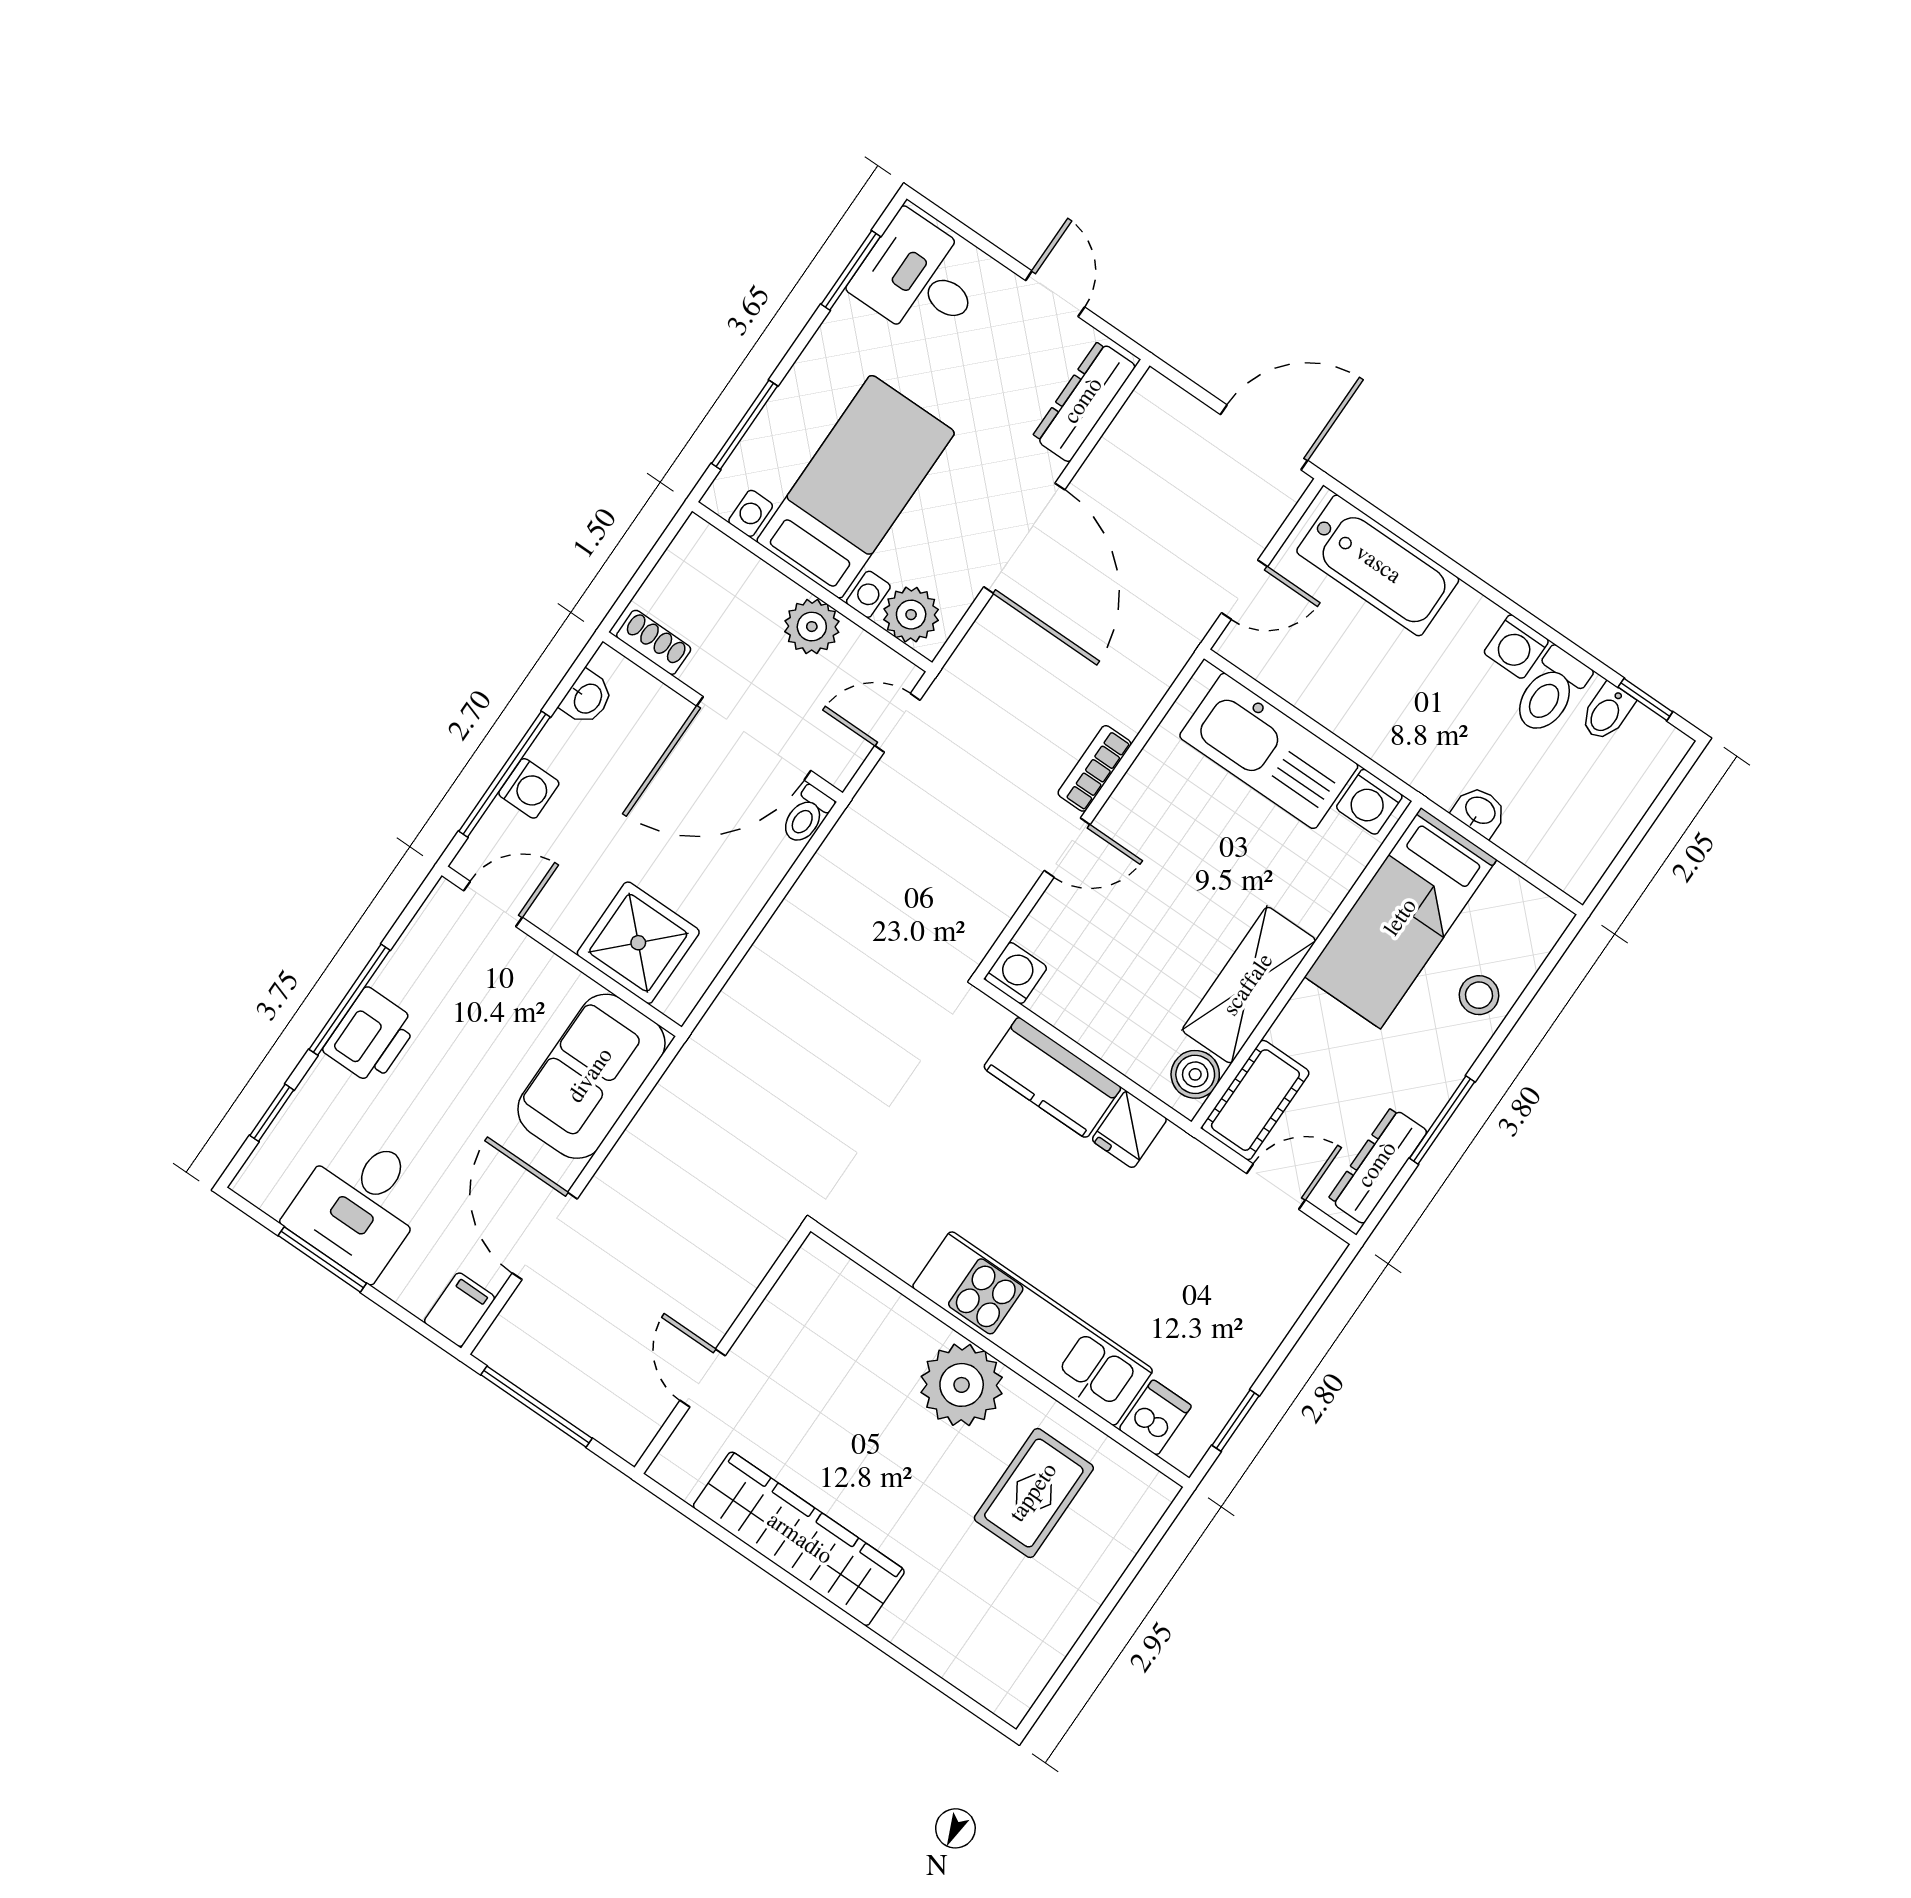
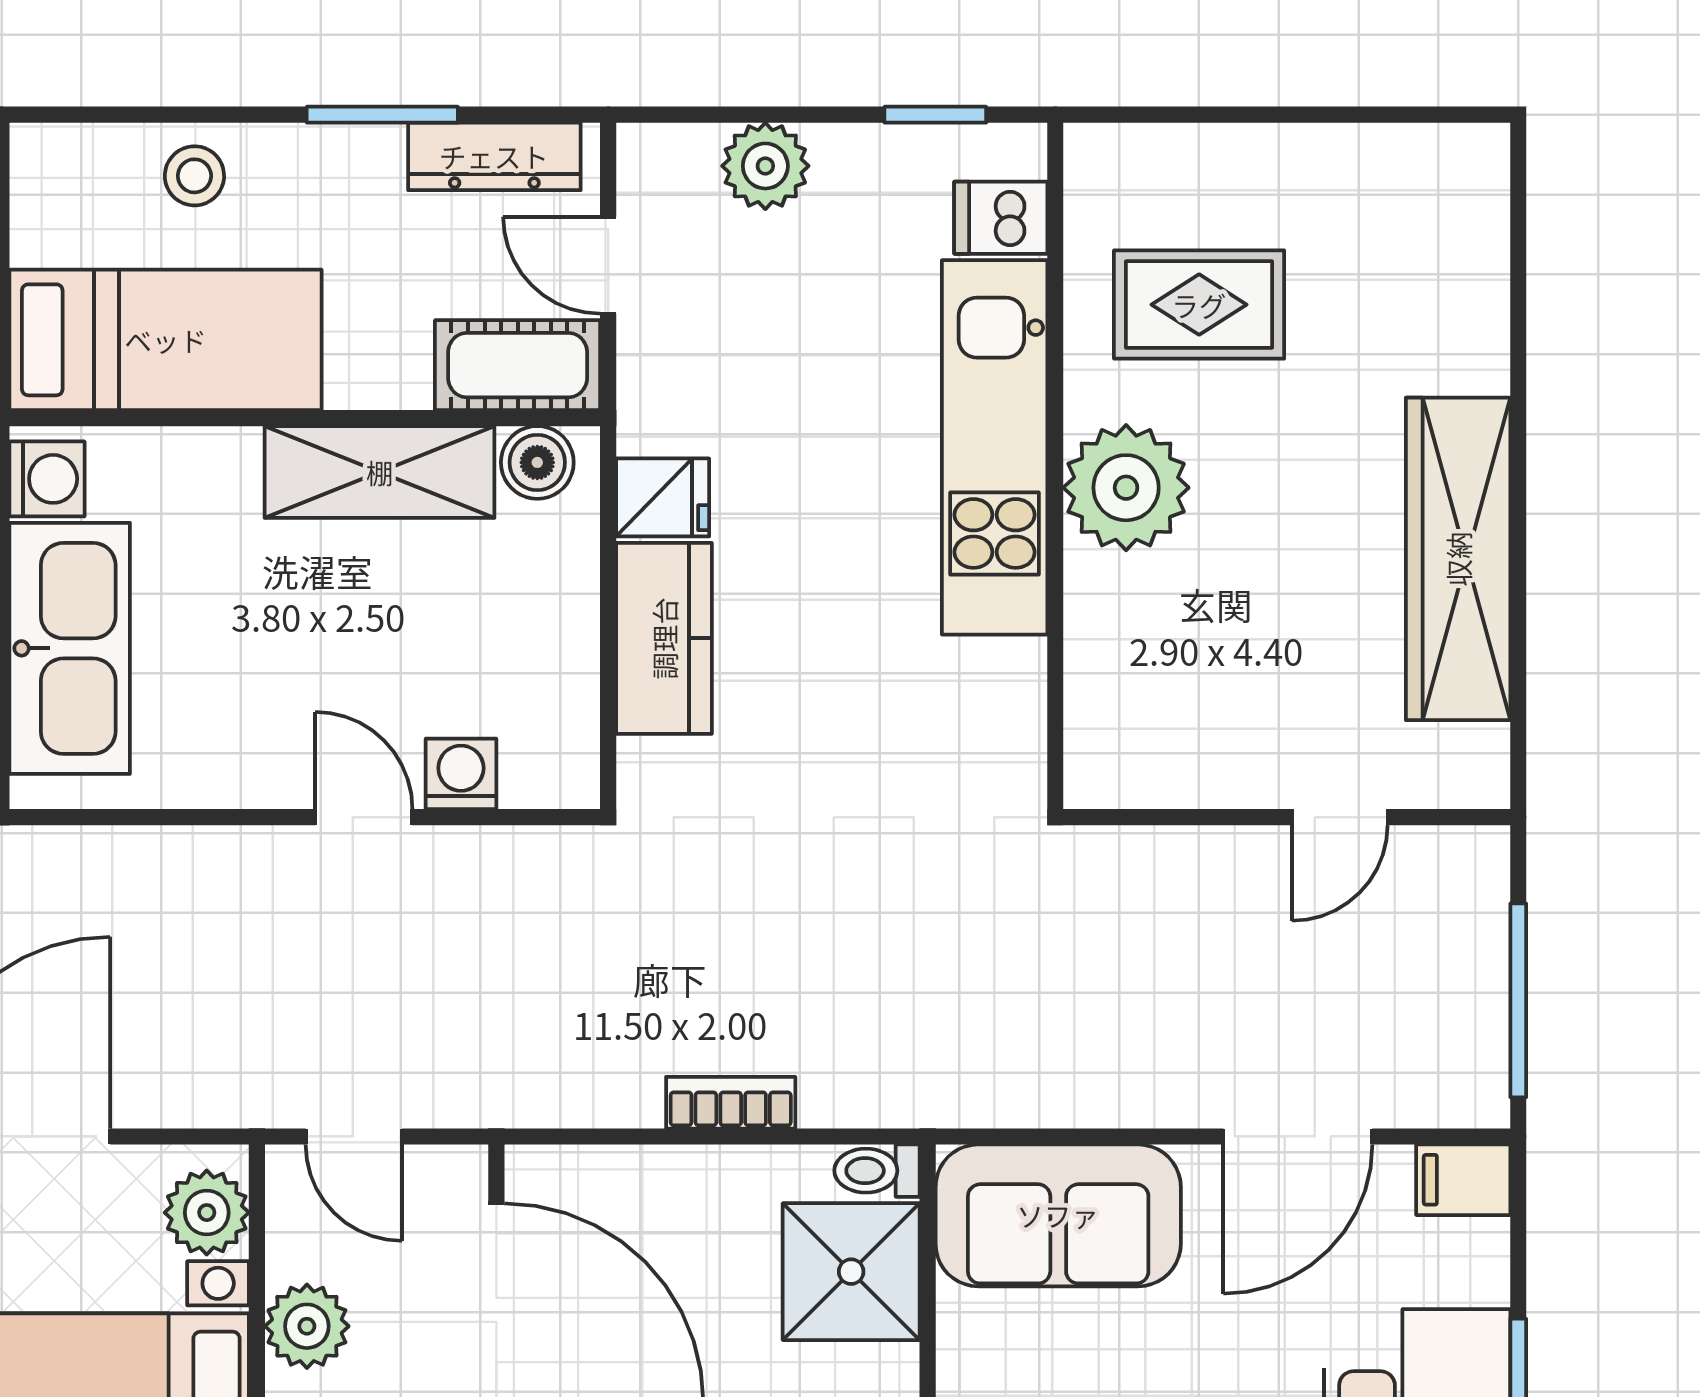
bookcase: (1095, 768) -> (731, 1103), moved, turned 180
toilet: (807, 815) -> (877, 1171), moved, turned 180
washing machine: (1016, 973) -> (461, 774), moved, turned 90
plant: (1271, 1309) -> (765, 166), added

